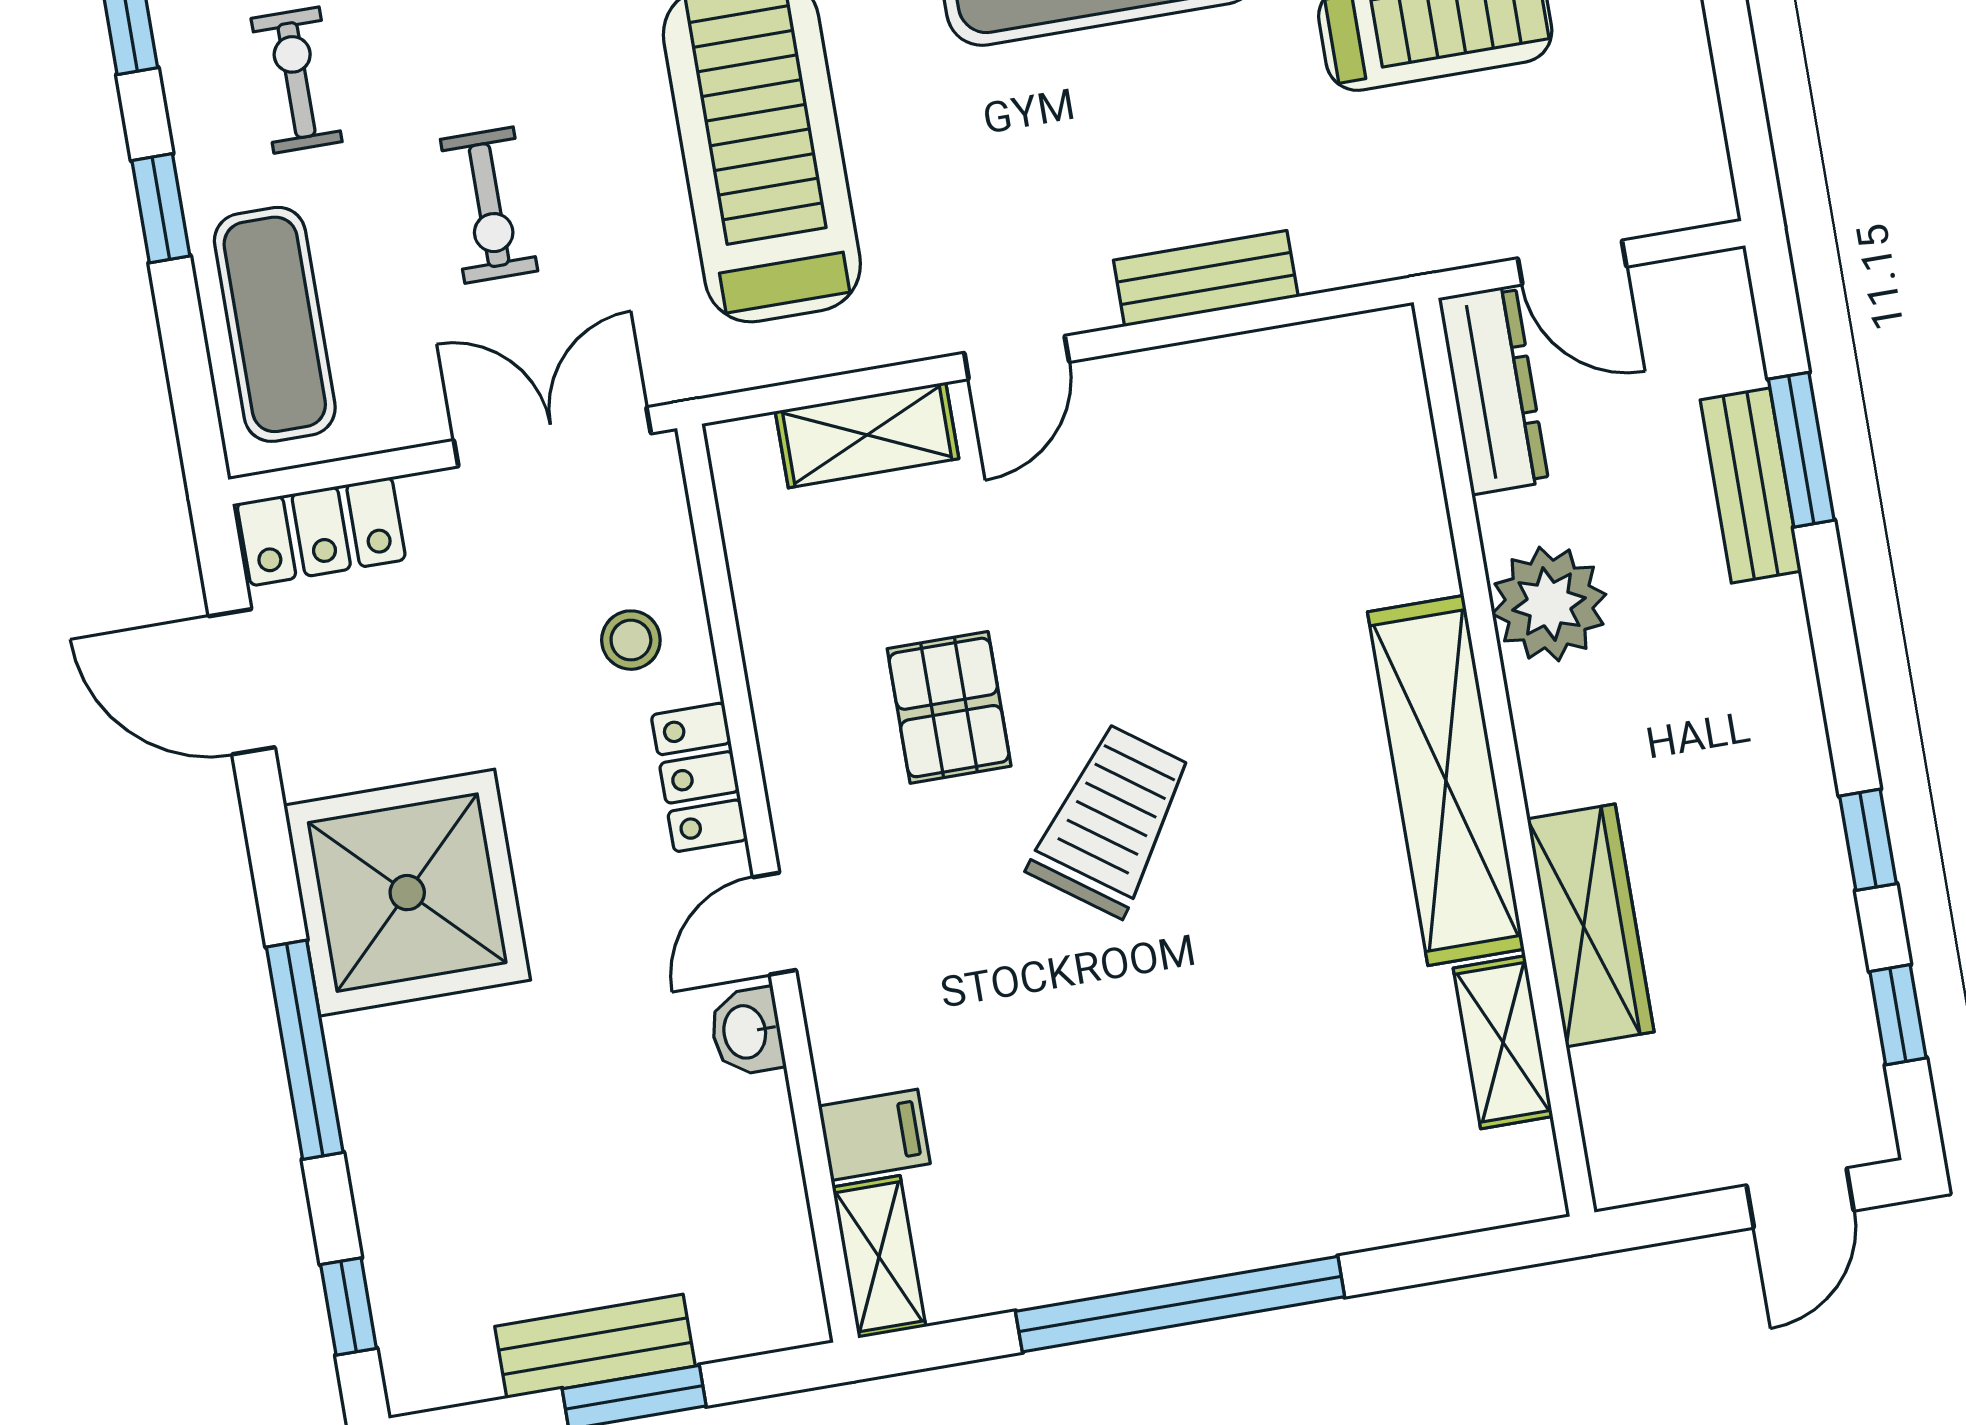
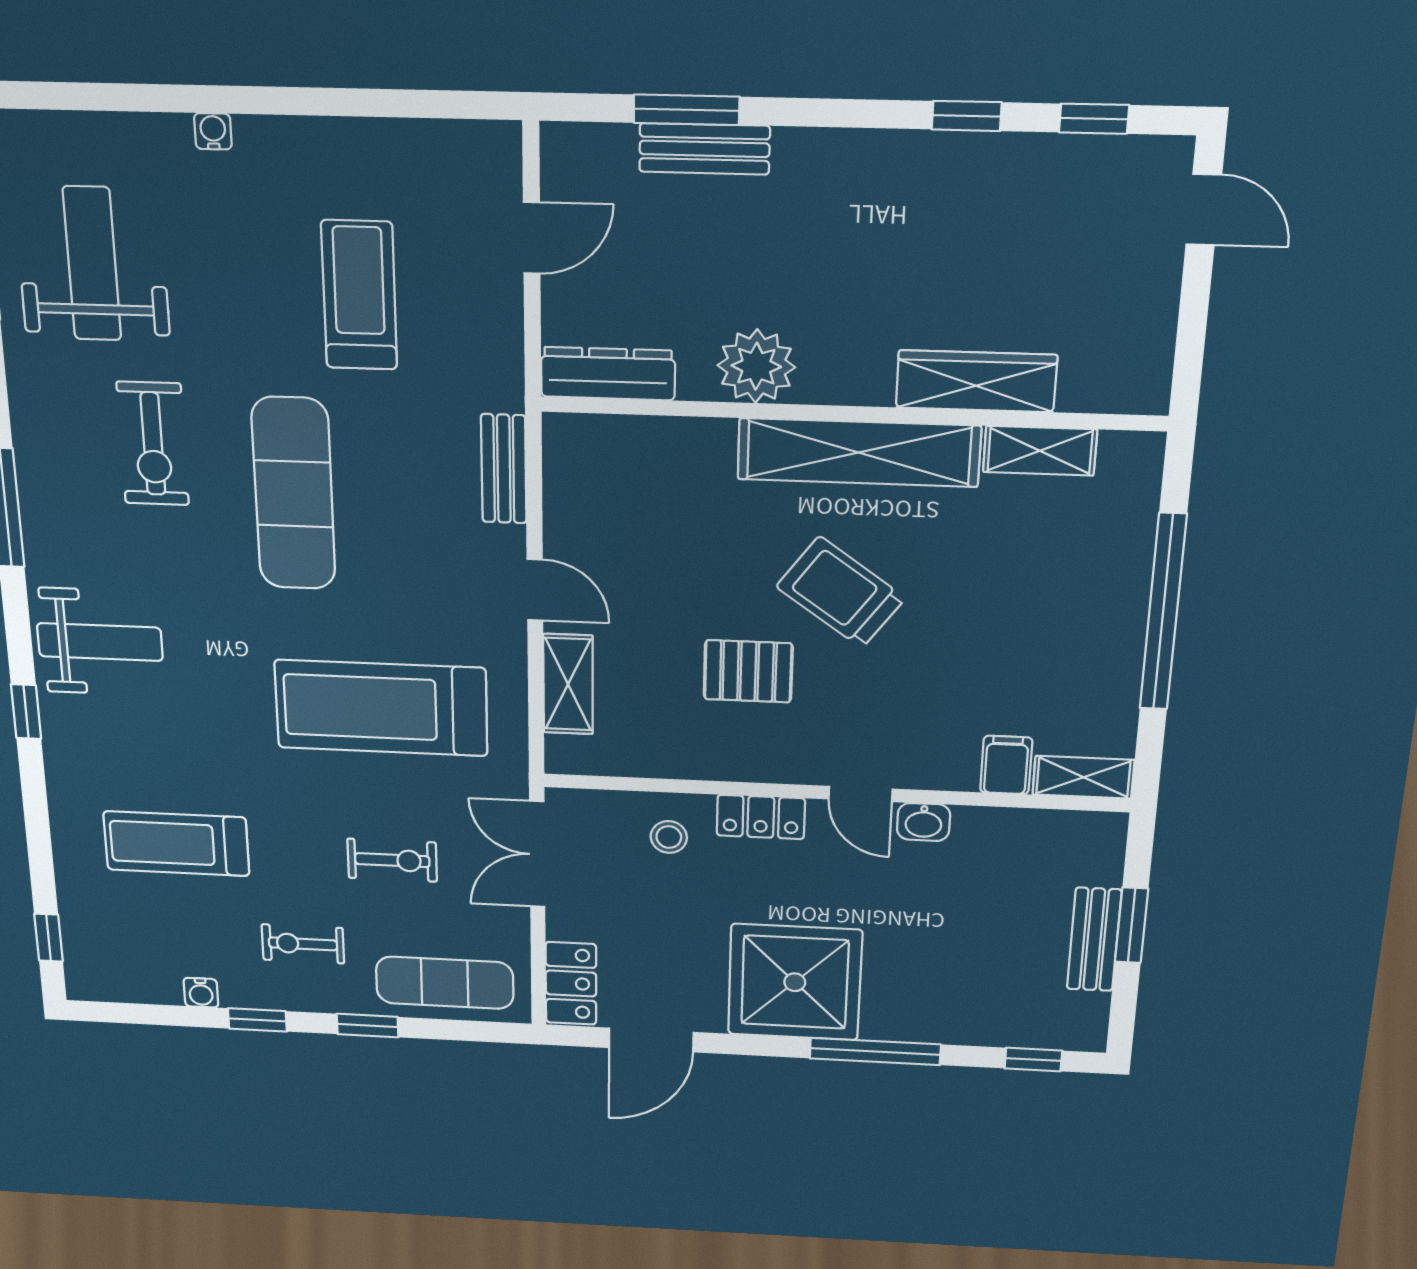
dresser: (1493, 390) -> (608, 374), moved
plant: (1549, 604) -> (756, 366), moved
wall: (1504, 757) -> (852, 414), moved
shelving: (1446, 781) -> (859, 453), moved
wardrobe: (1591, 925) -> (976, 381), moved
shelving: (1503, 1042) -> (1040, 451), moved

